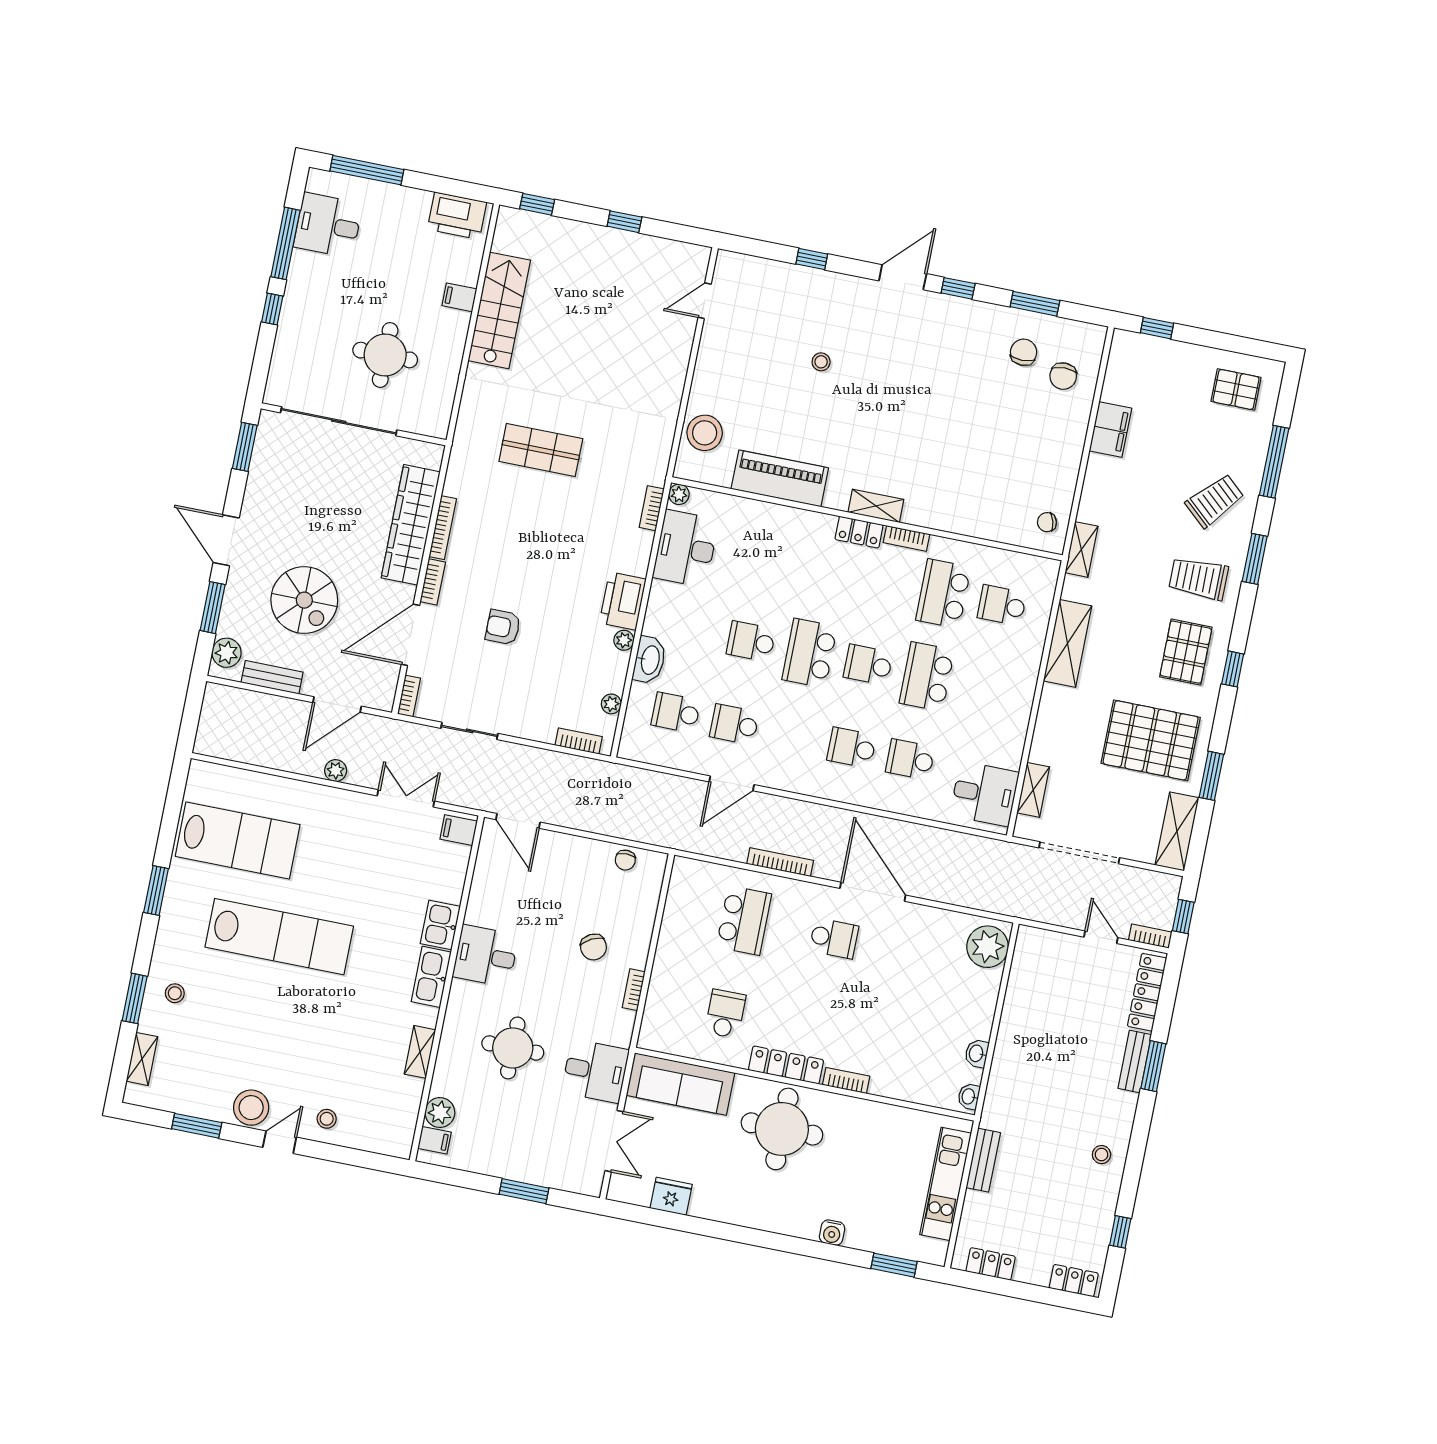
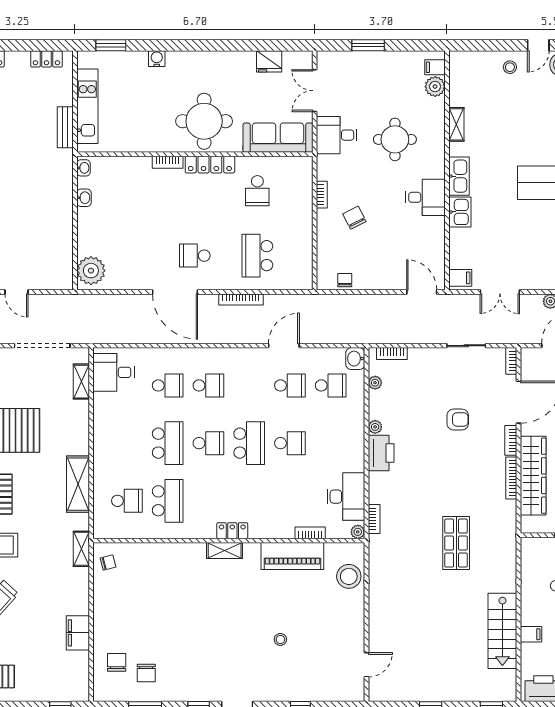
shop shelf: (541, 450) -> (456, 543), turned 90
bookcase: (906, 538) -> (310, 533), moved
washbasin: (650, 660) -> (355, 359), moved, width x0.72

